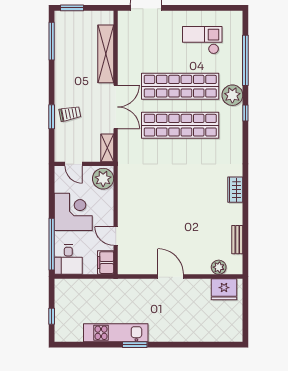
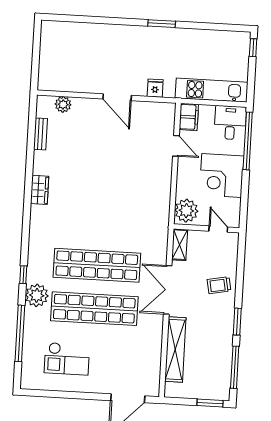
window: (52, 117) -> (237, 322), moved
fridge: (224, 289) -> (155, 88), moved, width x0.53, depth x0.75
window: (52, 316) -> (253, 48), moved
kitchen unit: (116, 333) -> (212, 90), moved, turned 180

